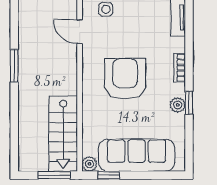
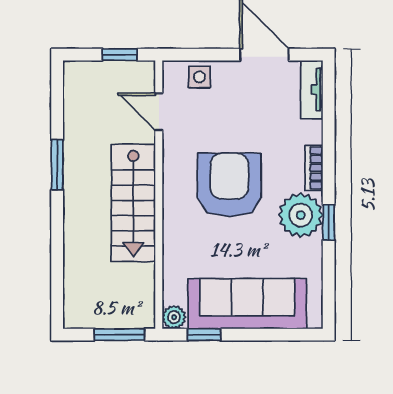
plant: (178, 105) -> (301, 215), width x1.87, depth x1.87
stairs: (63, 134) -> (133, 203), moved

